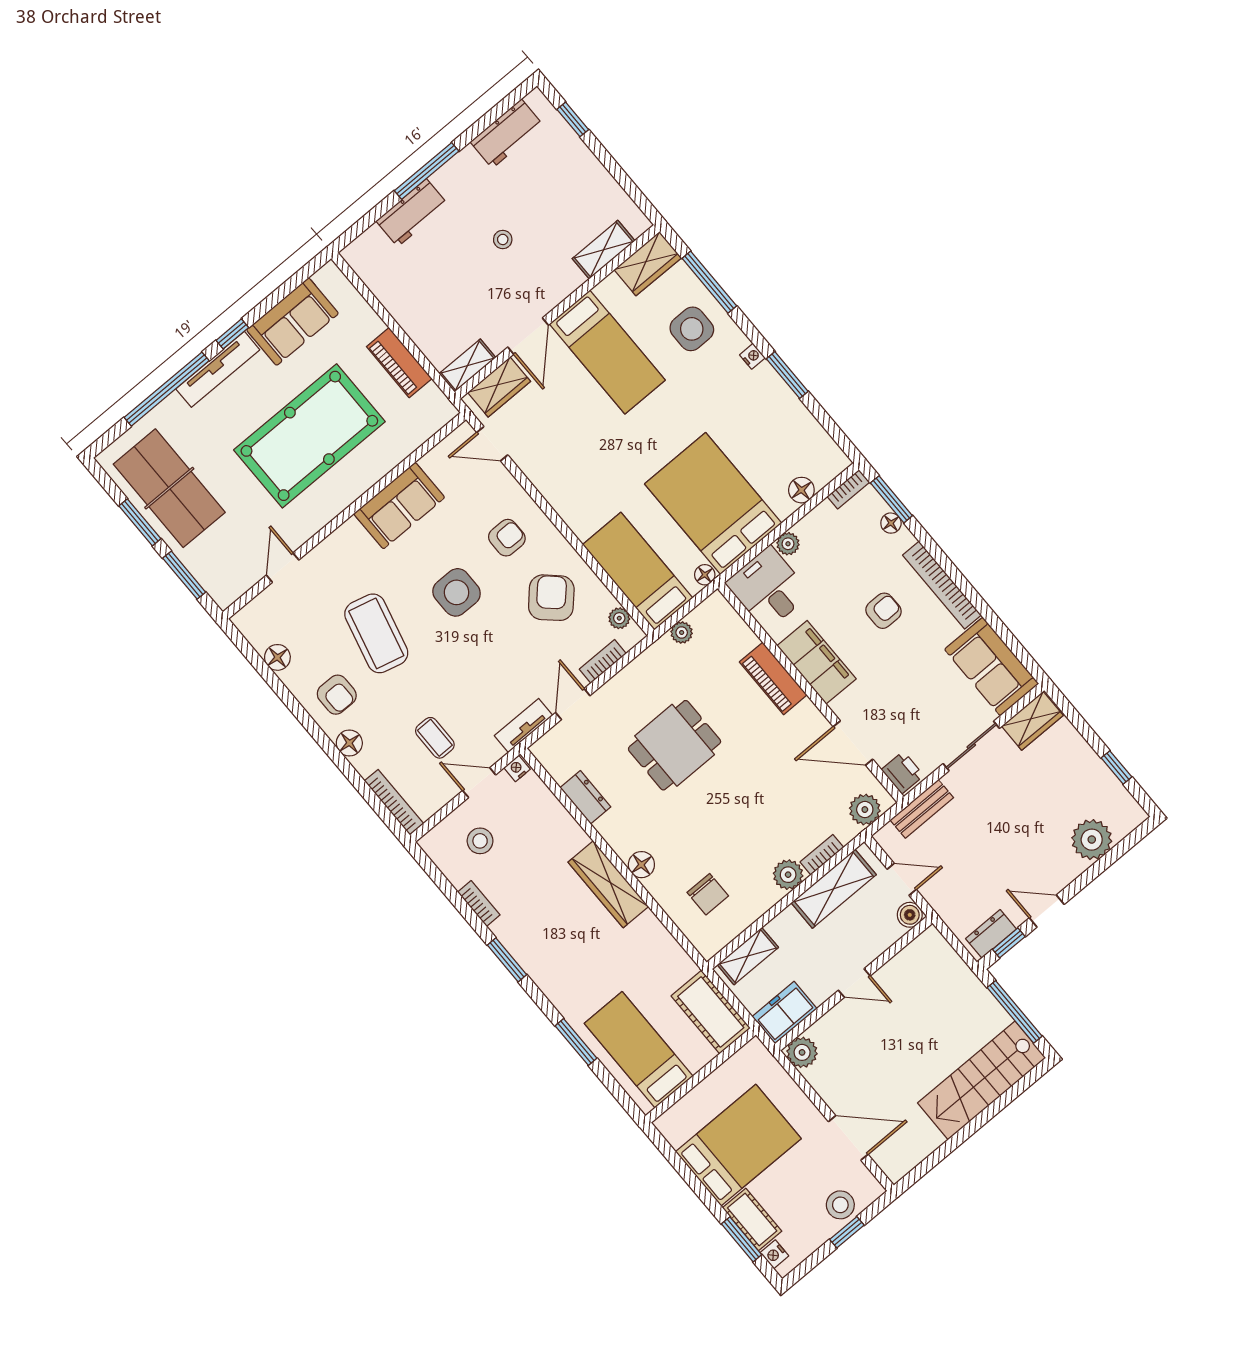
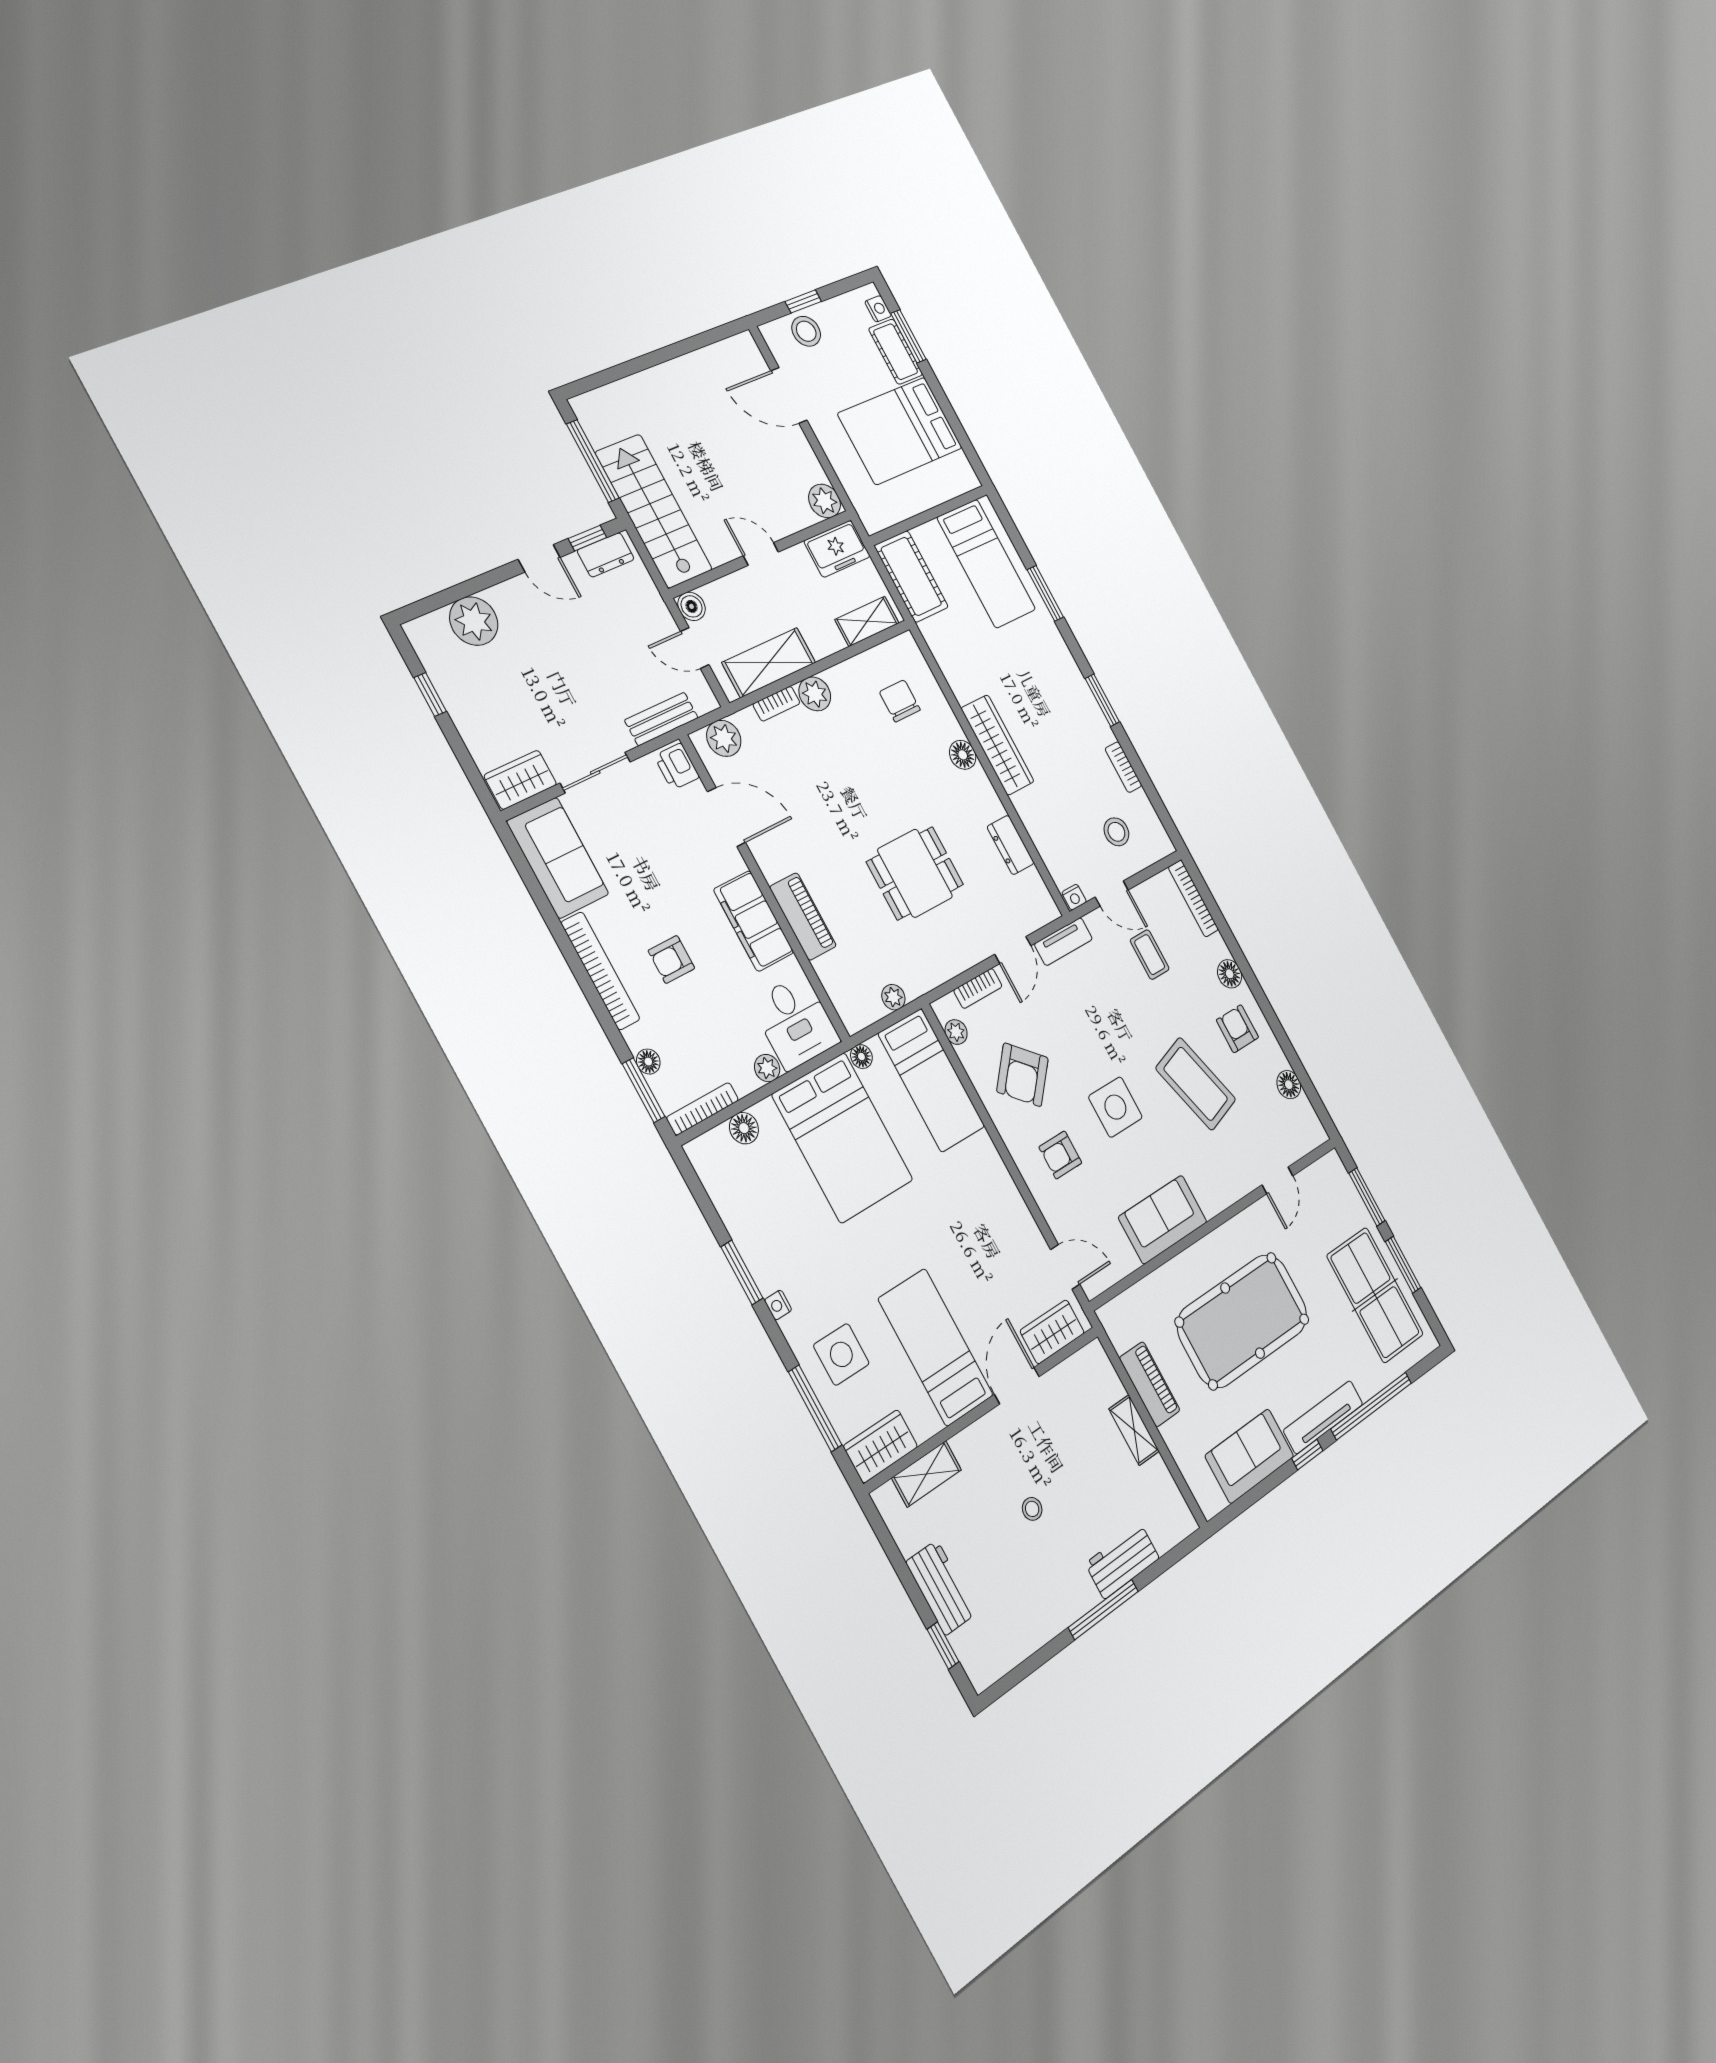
workbench: (507, 134) -> (941, 1588), moved, turned 90
shelving: (467, 366) -> (1134, 1430), moved, turned 90
bookcase: (848, 489) -> (703, 1109), width x1.56
coffee table: (376, 633) -> (1196, 1084), turned -31
stairs: (982, 1080) -> (654, 511), moved, turned -90

